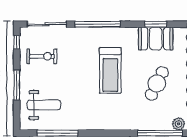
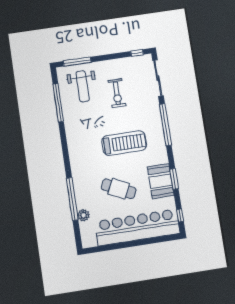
exercise bike: (42, 56) -> (117, 93), moved
treadmill: (110, 70) -> (124, 143), turned 180
window: (17, 85) -> (77, 62), moved

